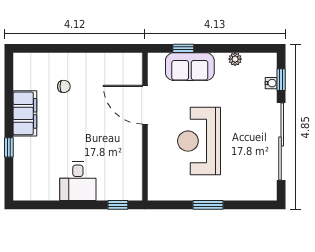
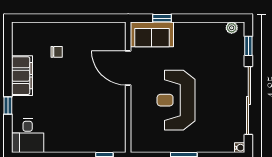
plant: (235, 59) -> (232, 28), moved
sofa: (190, 67) -> (152, 34), moved
water cooler: (271, 83) -> (240, 148), moved
desk: (78, 181) -> (28, 136), moved

